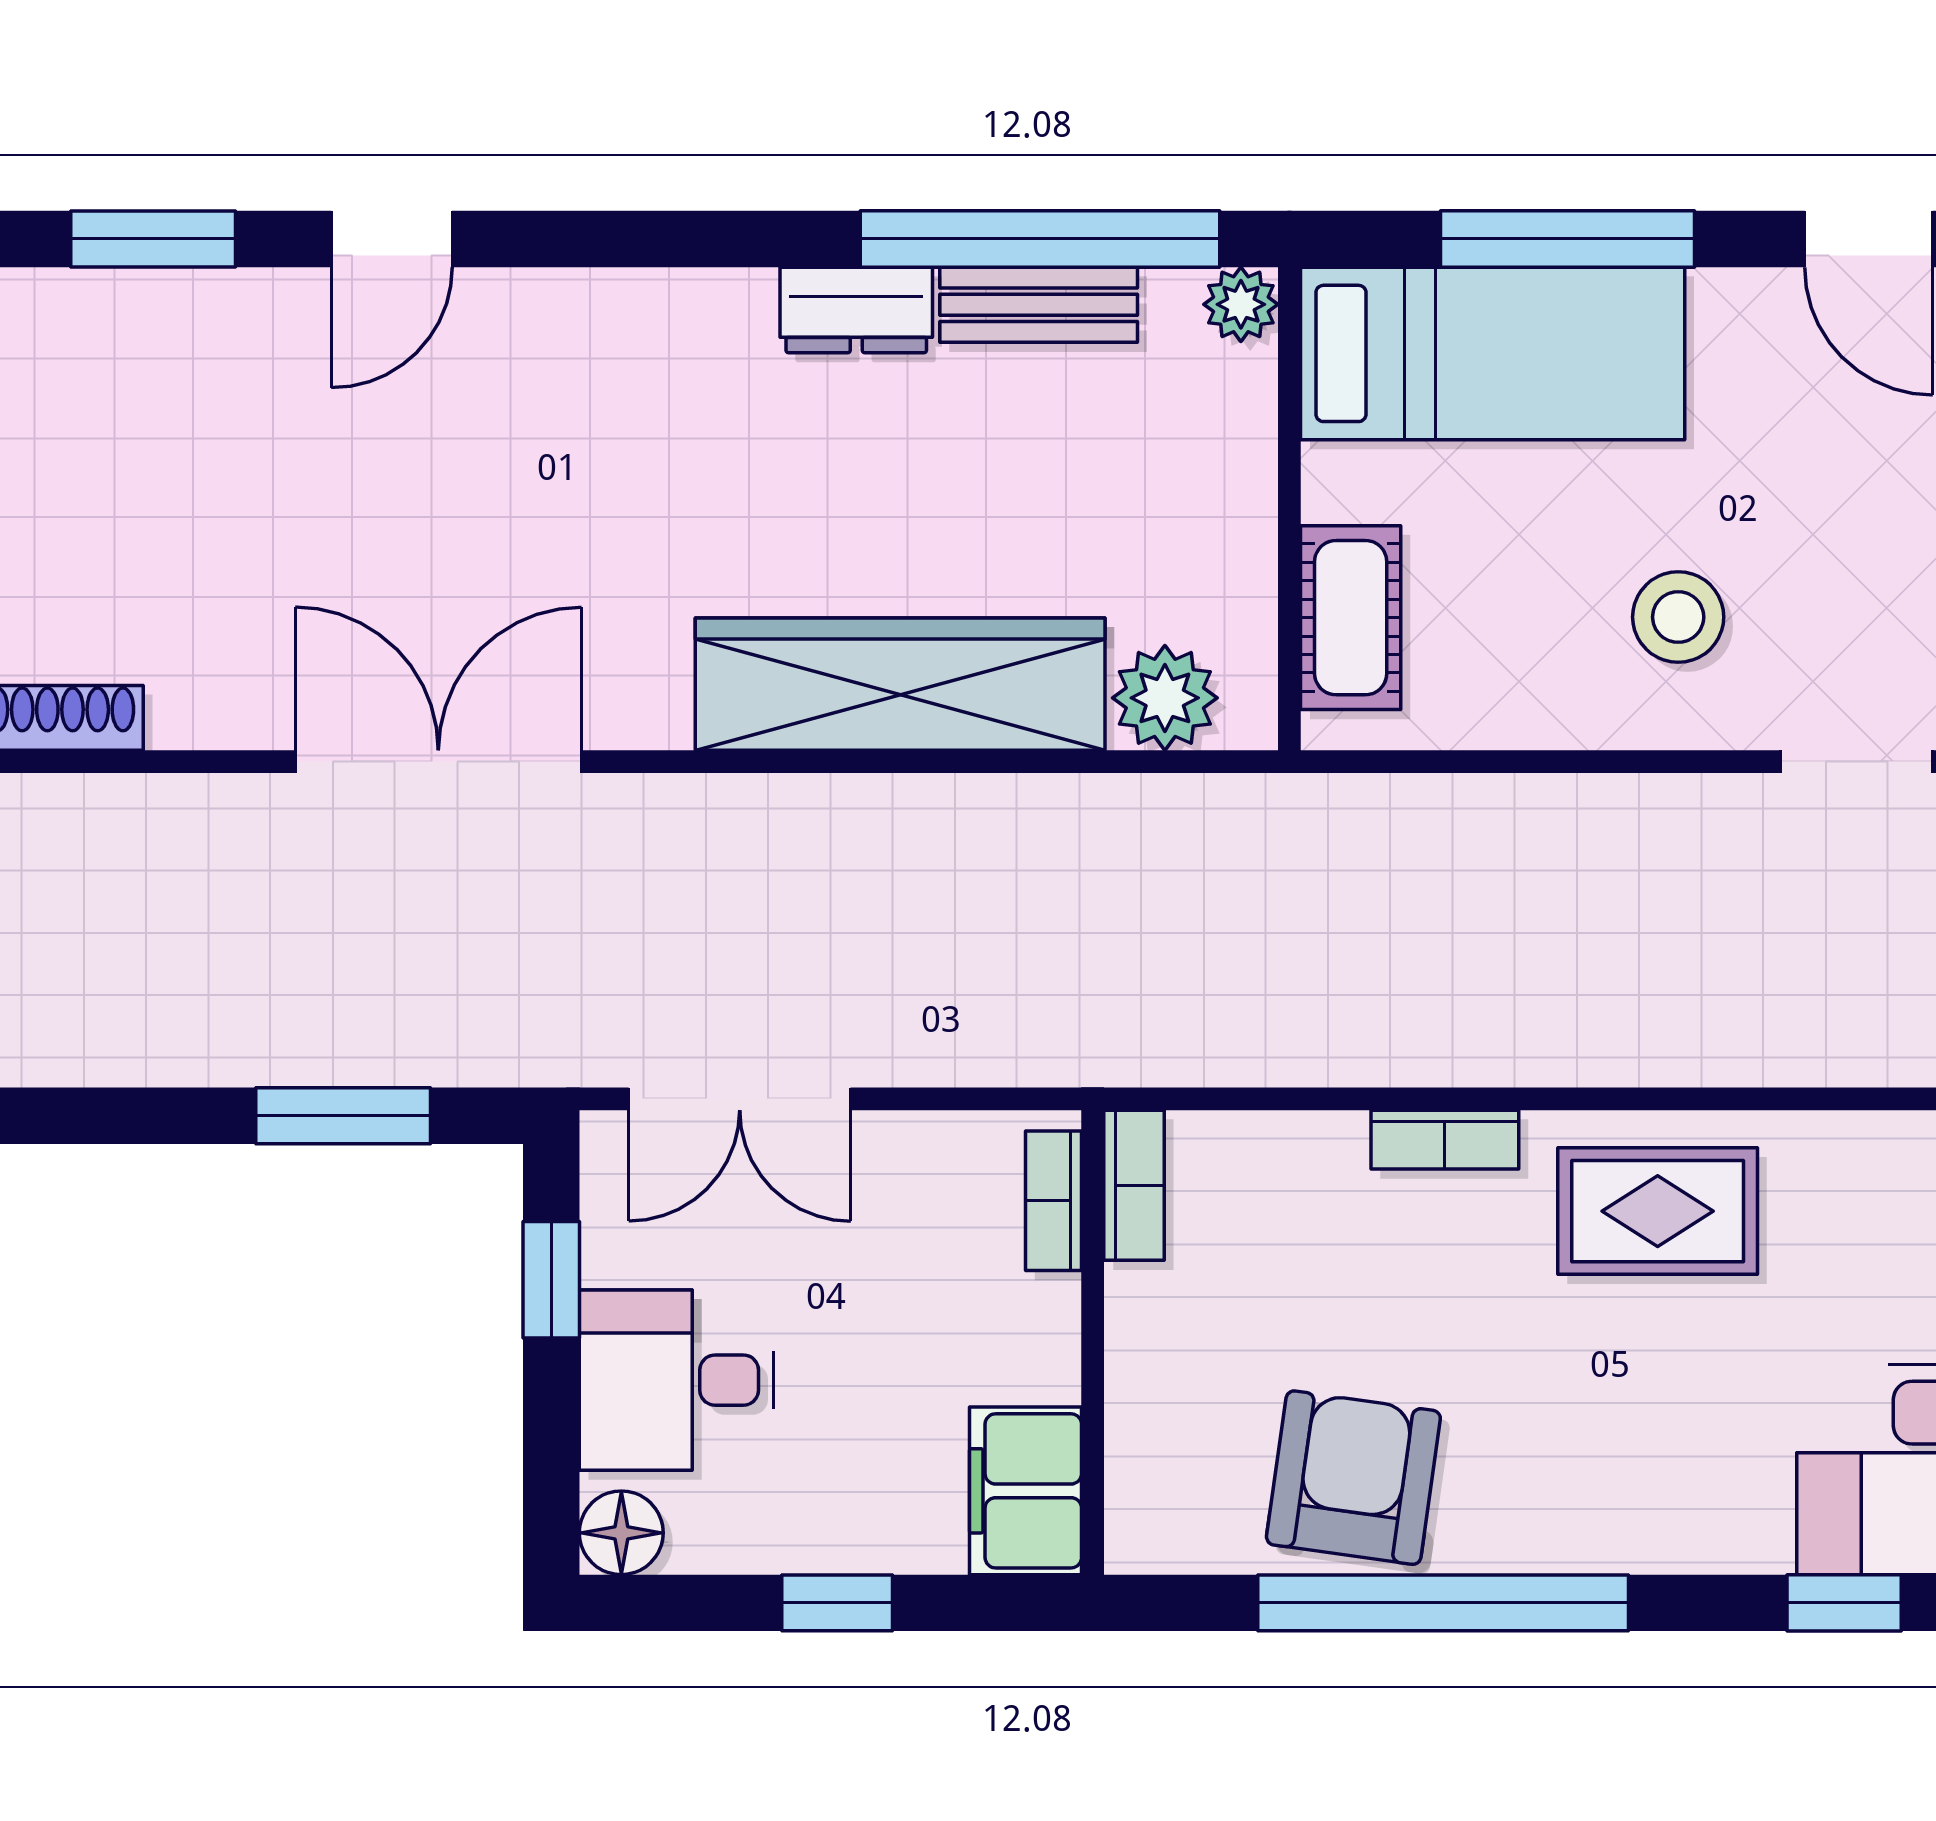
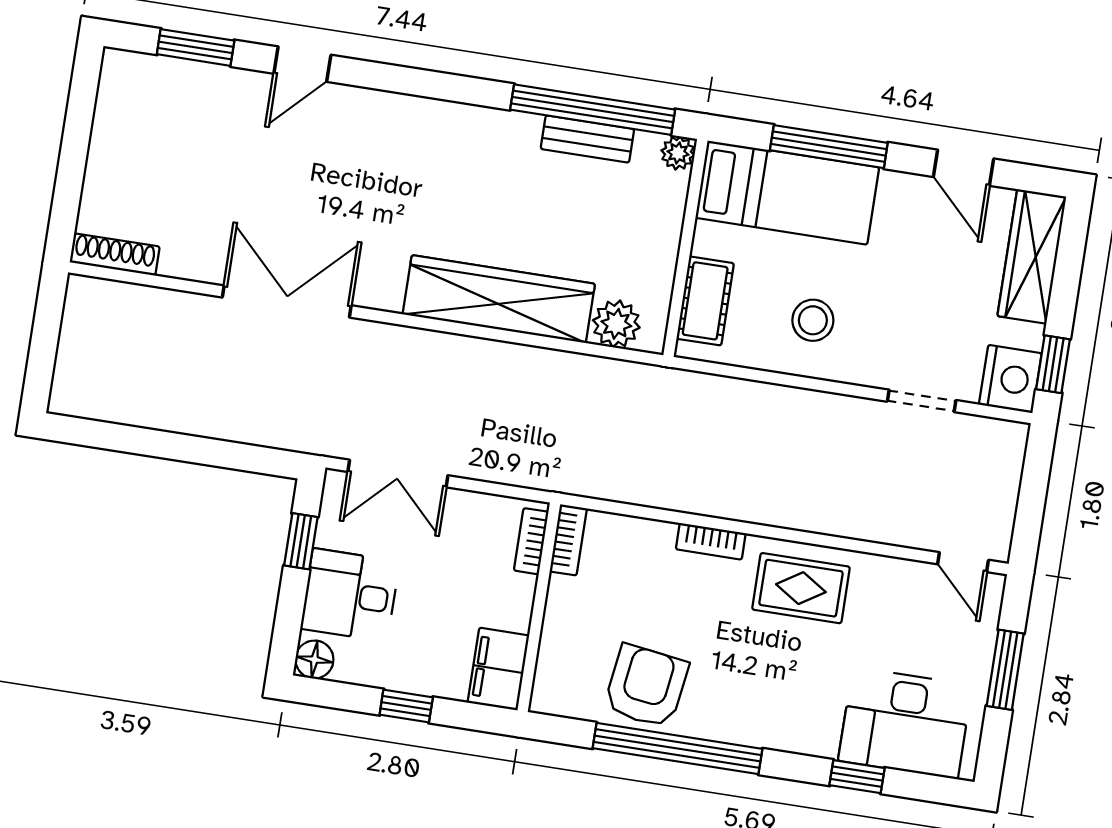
dresser: (856, 310) -> (505, 128), removed
stool: (1678, 617) -> (813, 320), moved
window: (343, 1116) -> (219, 453), removed

